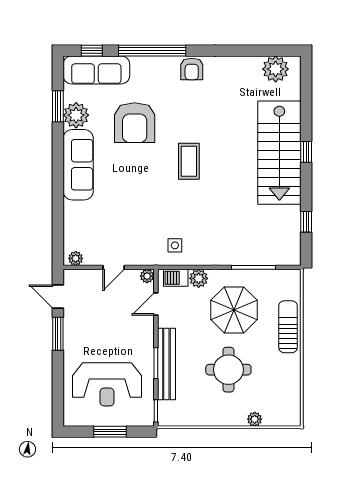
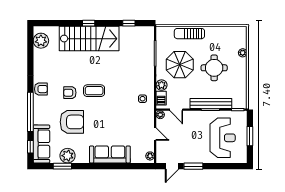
armchair: (185, 119) -> (70, 93), added
sofa: (78, 165) -> (110, 154), moved

